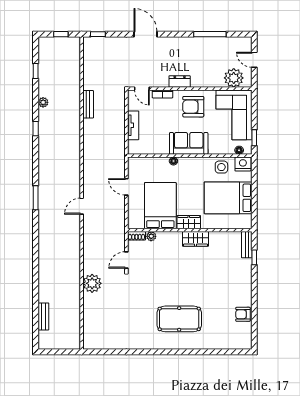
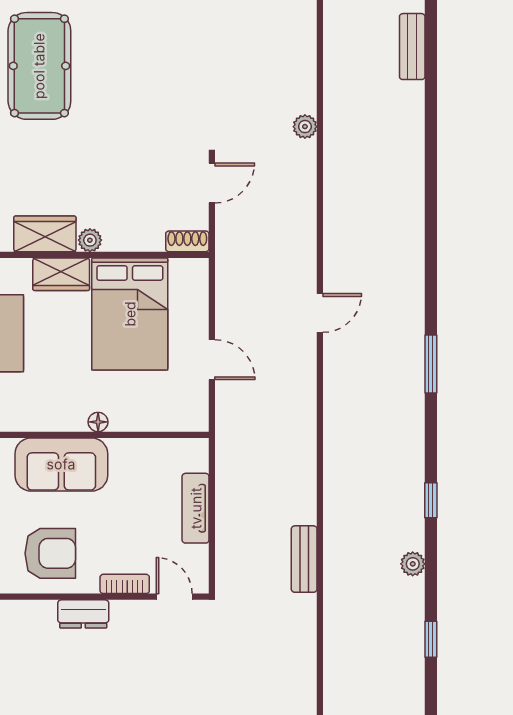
window: (36, 198) -> (431, 364), moved
plant: (151, 236) -> (90, 240), moved
plant: (92, 283) -> (305, 127), width x0.53, depth x0.53
pool table: (179, 319) -> (39, 66), moved, turned 90

